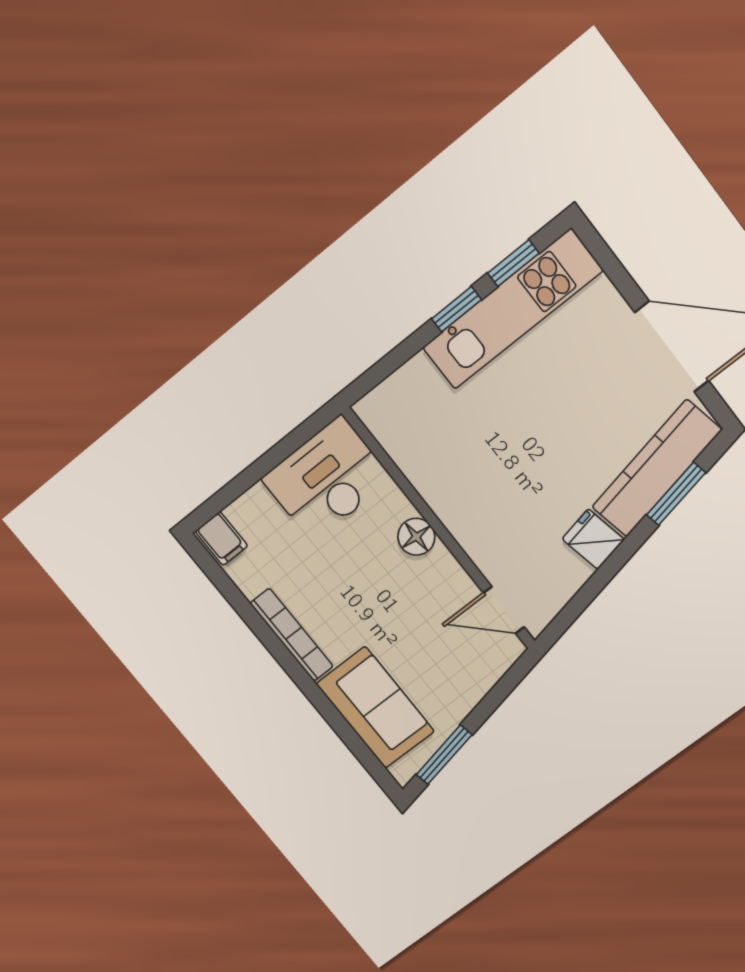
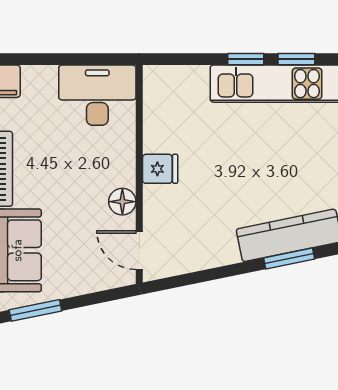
floor lamp: (416, 537) -> (122, 202), moved
fridge: (593, 539) -> (160, 169), moved, turned 102

